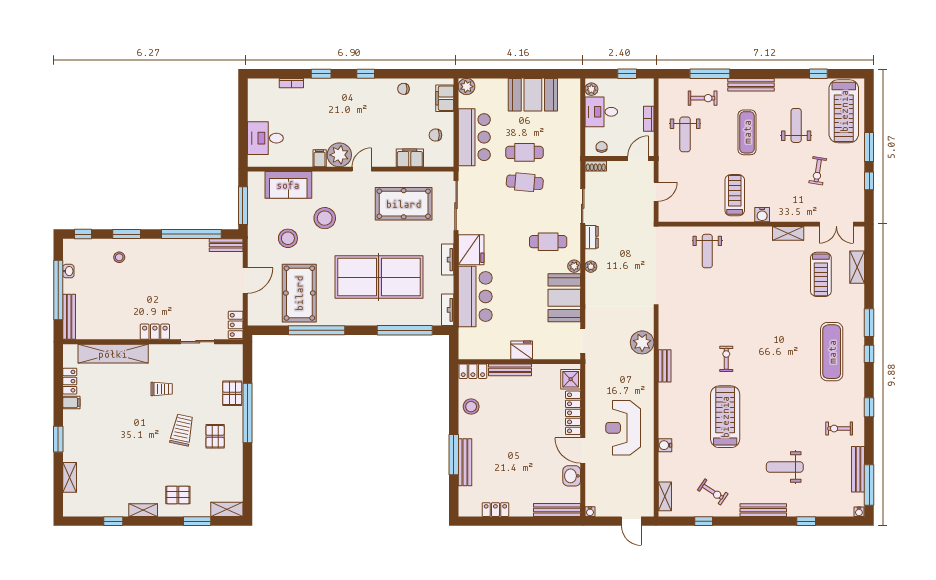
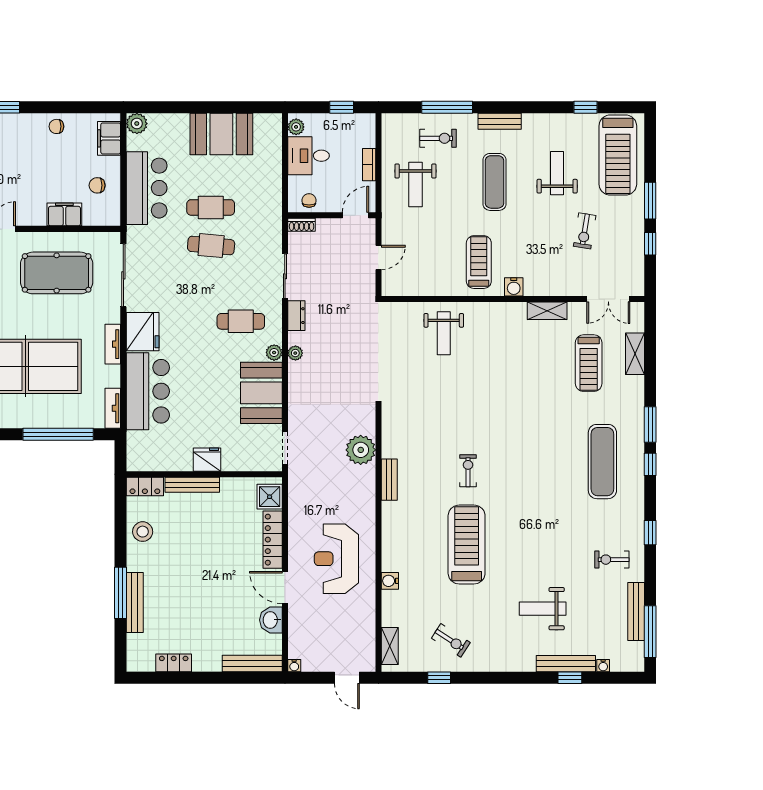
bench: (751, 85) -> (500, 121), width x0.73
bench: (763, 510) -> (566, 664), moved
water cooler: (859, 512) -> (603, 666), moved

